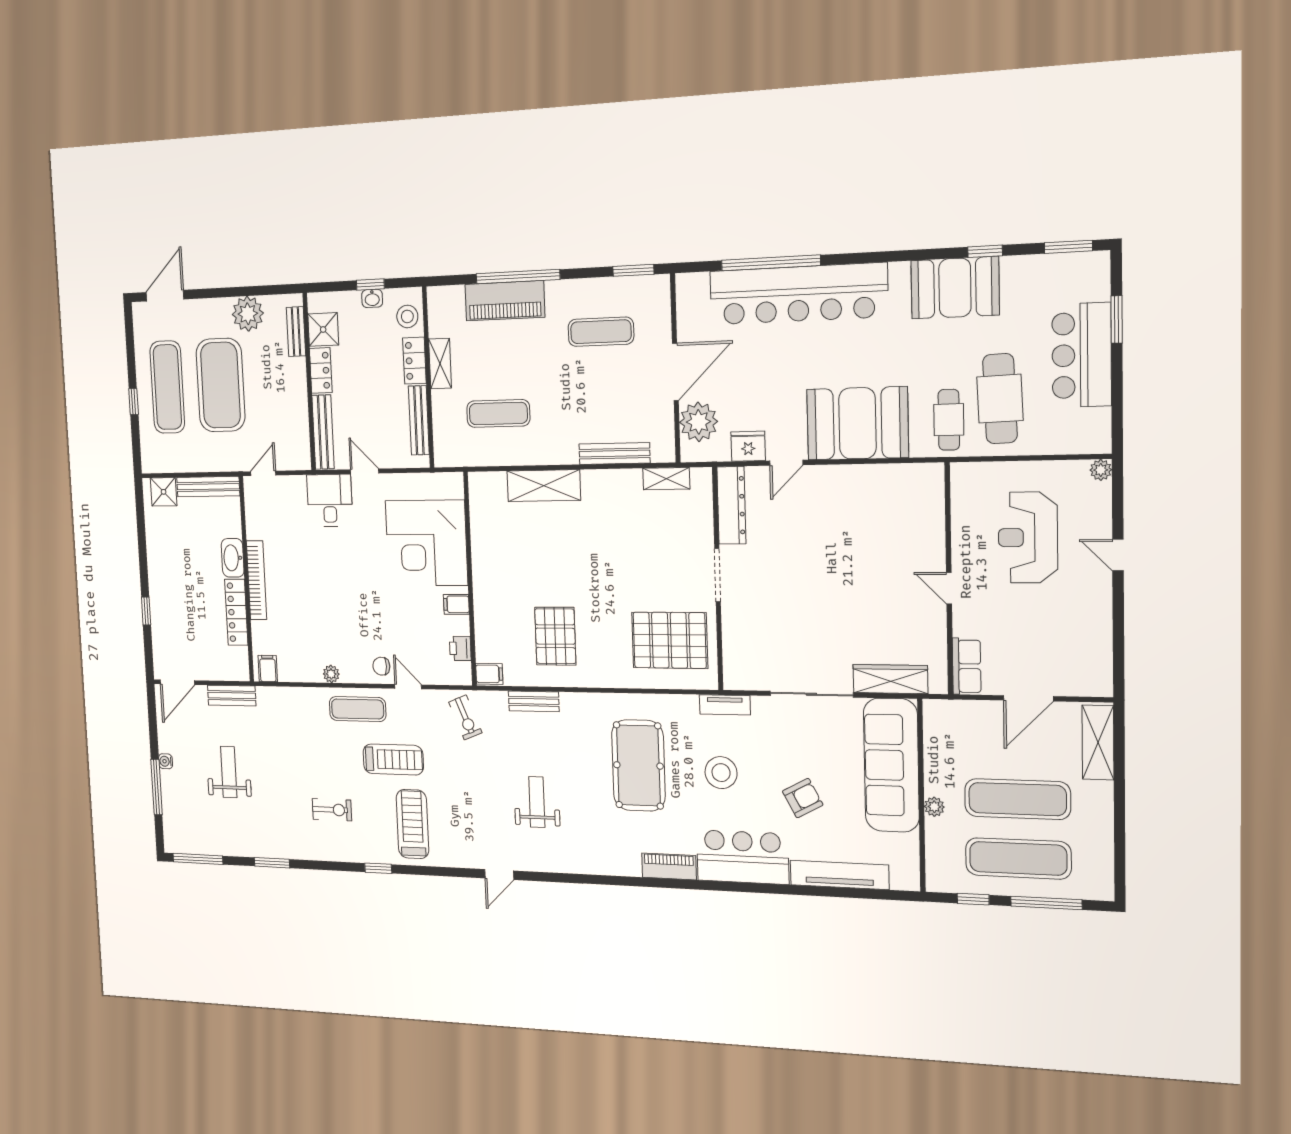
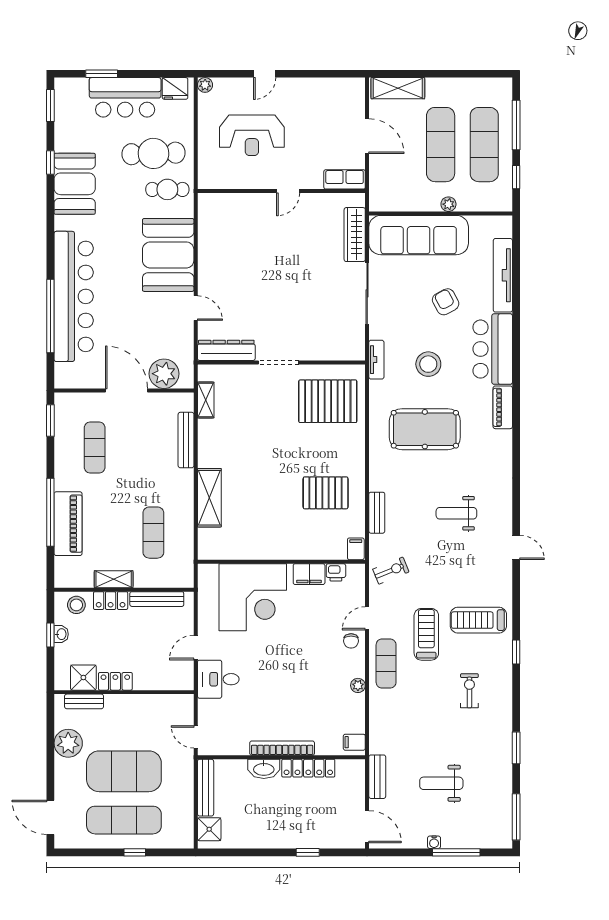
bench: (323, 432) -> (164, 682), removed
fridge: (748, 446) -> (175, 88), moved, turned -90
filing cabinet: (456, 604) -> (309, 574), width x2.00
pallet: (670, 640) -> (328, 401), turned 90

